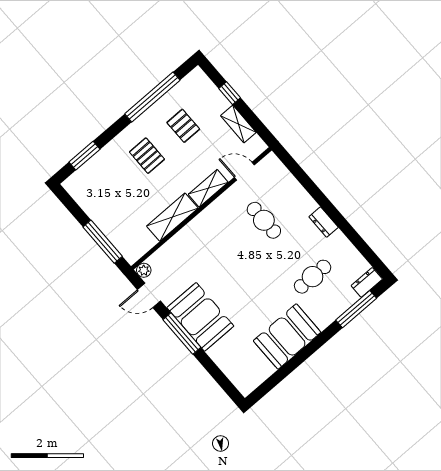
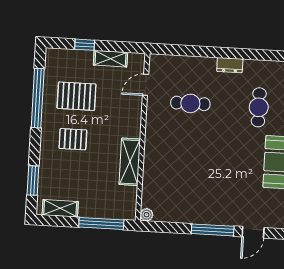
pallet: (183, 126) -> (76, 96), width x1.50, depth x1.42
shelving: (208, 188) -> (60, 208), moved, turned 90
door: (149, 295) -> (253, 232), moved
booth: (200, 317) -> (213, 207), removed

